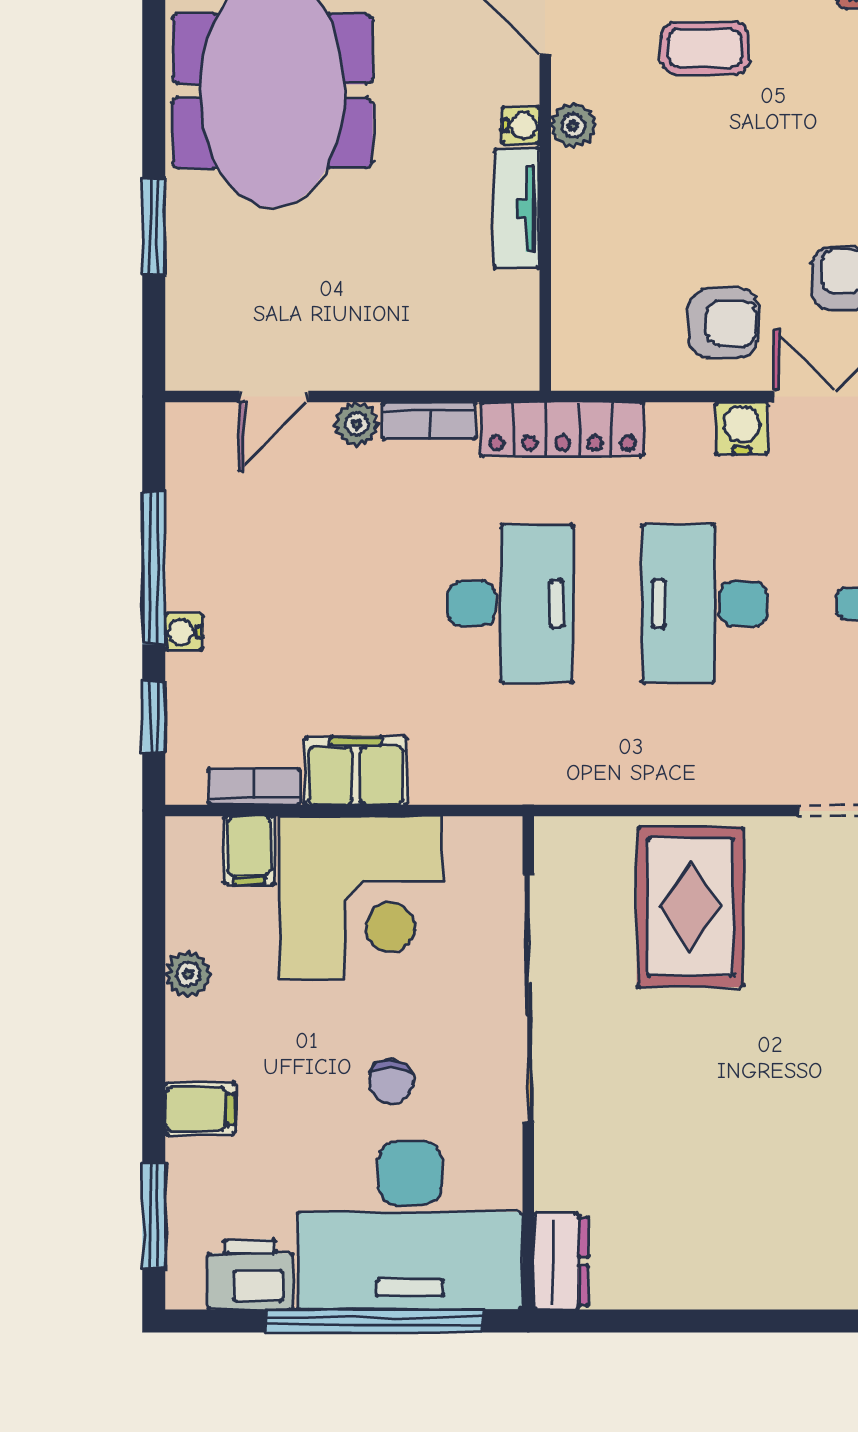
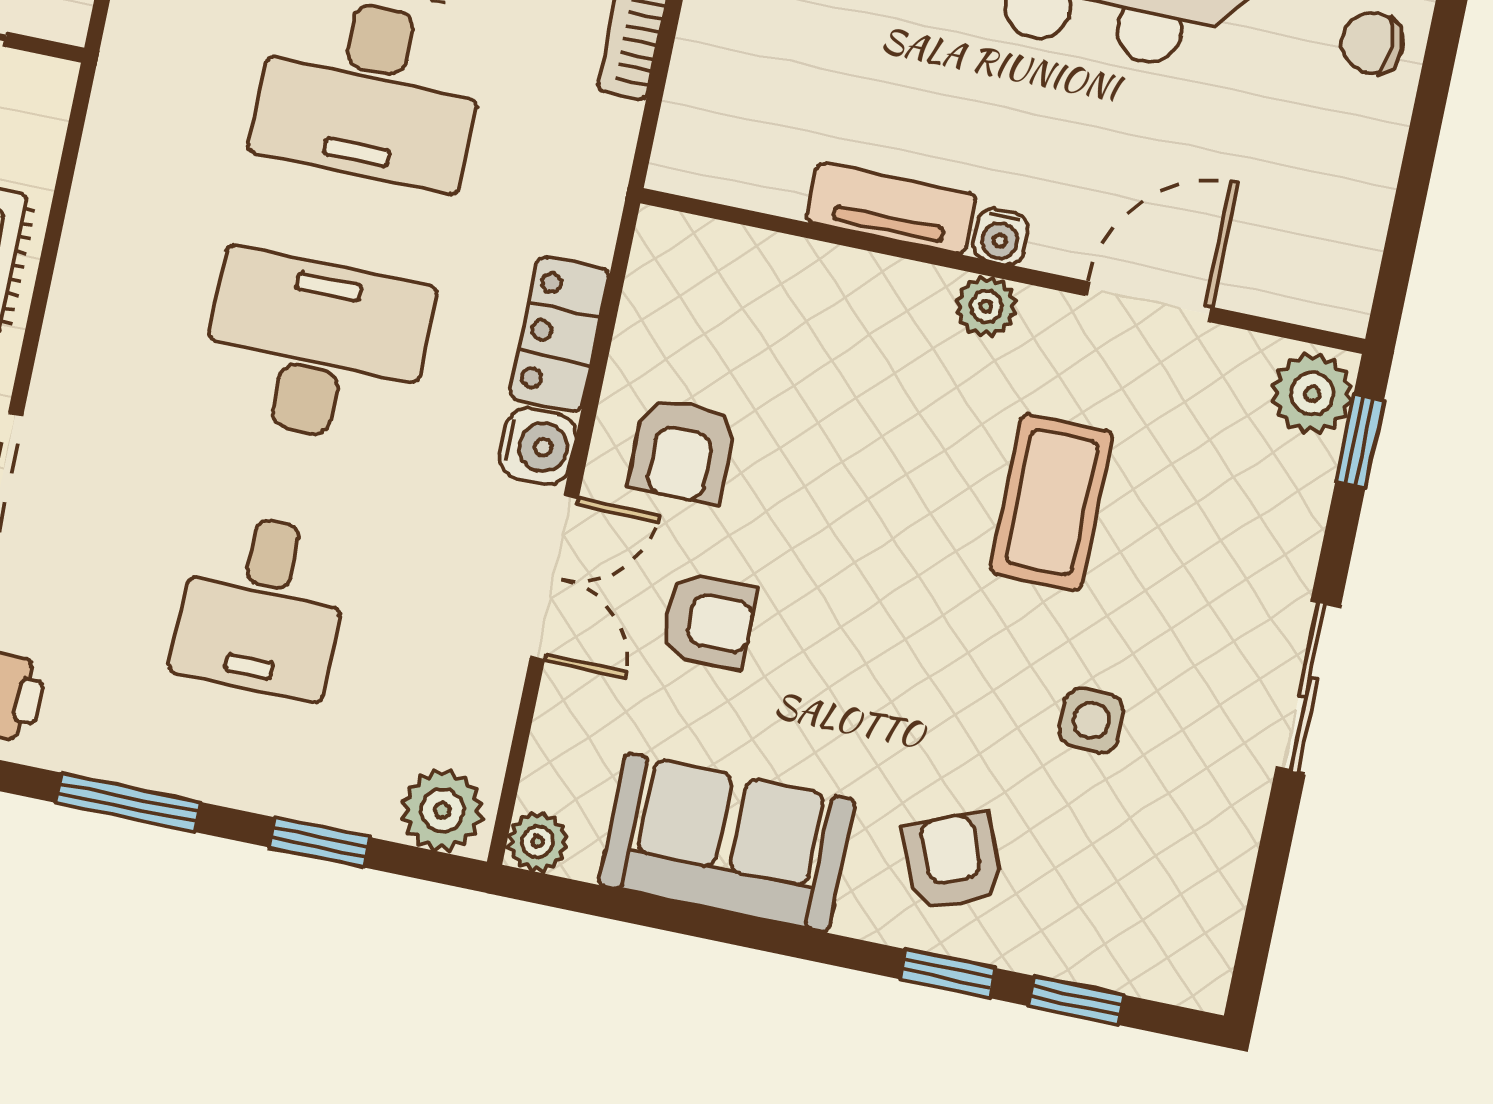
coffee table: (705, 48) -> (1052, 502), width x1.36, depth x1.30
locker: (562, 429) -> (560, 334), moved, width x0.66

